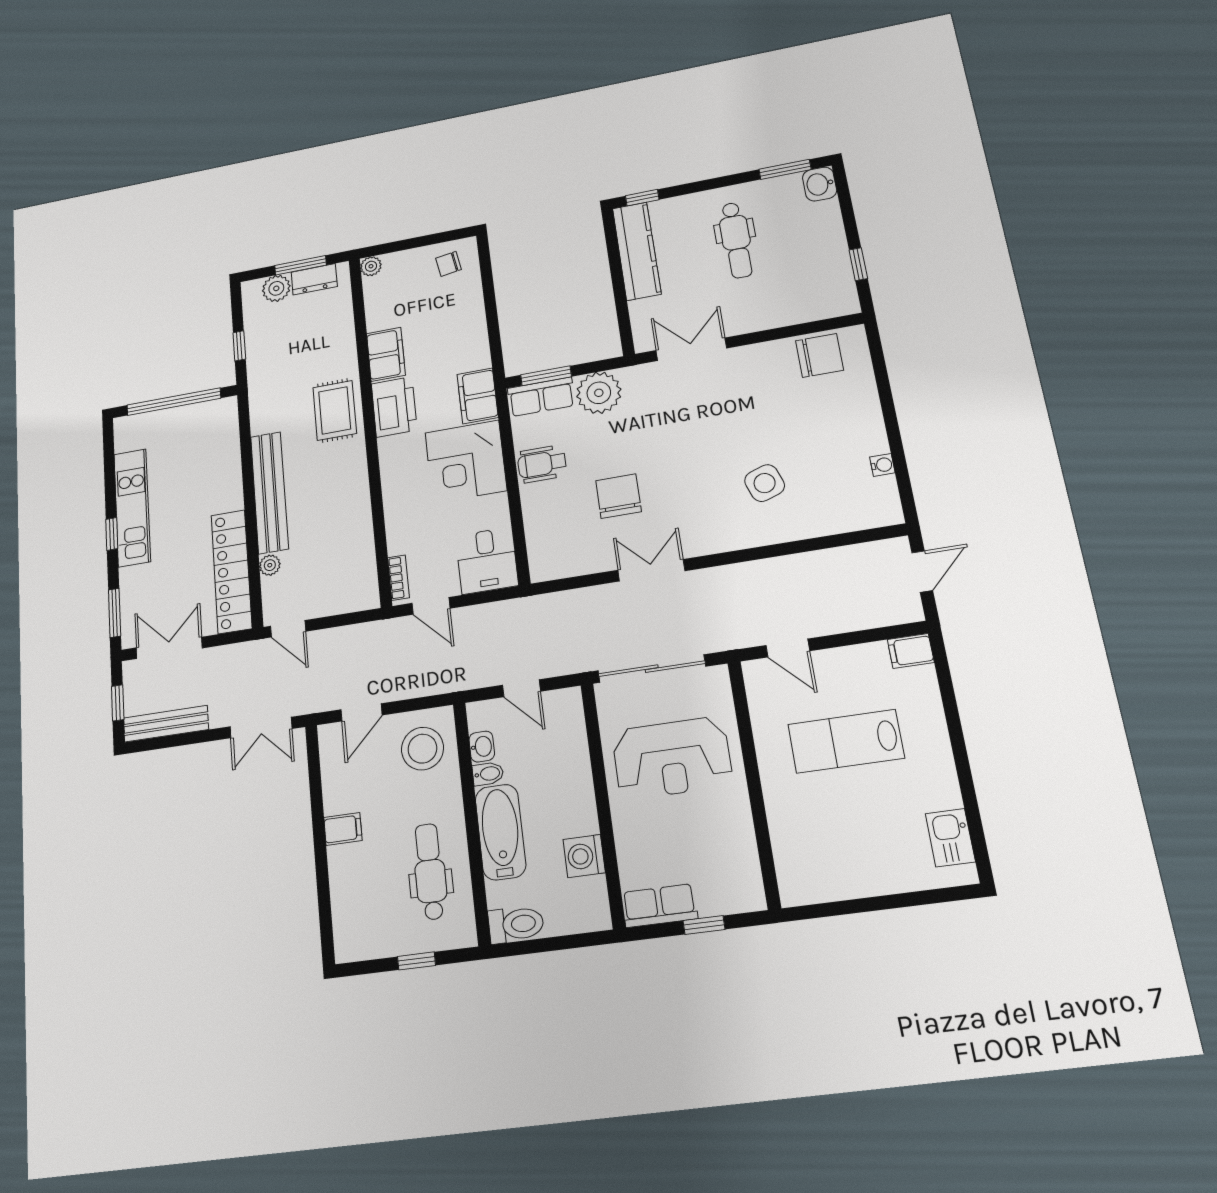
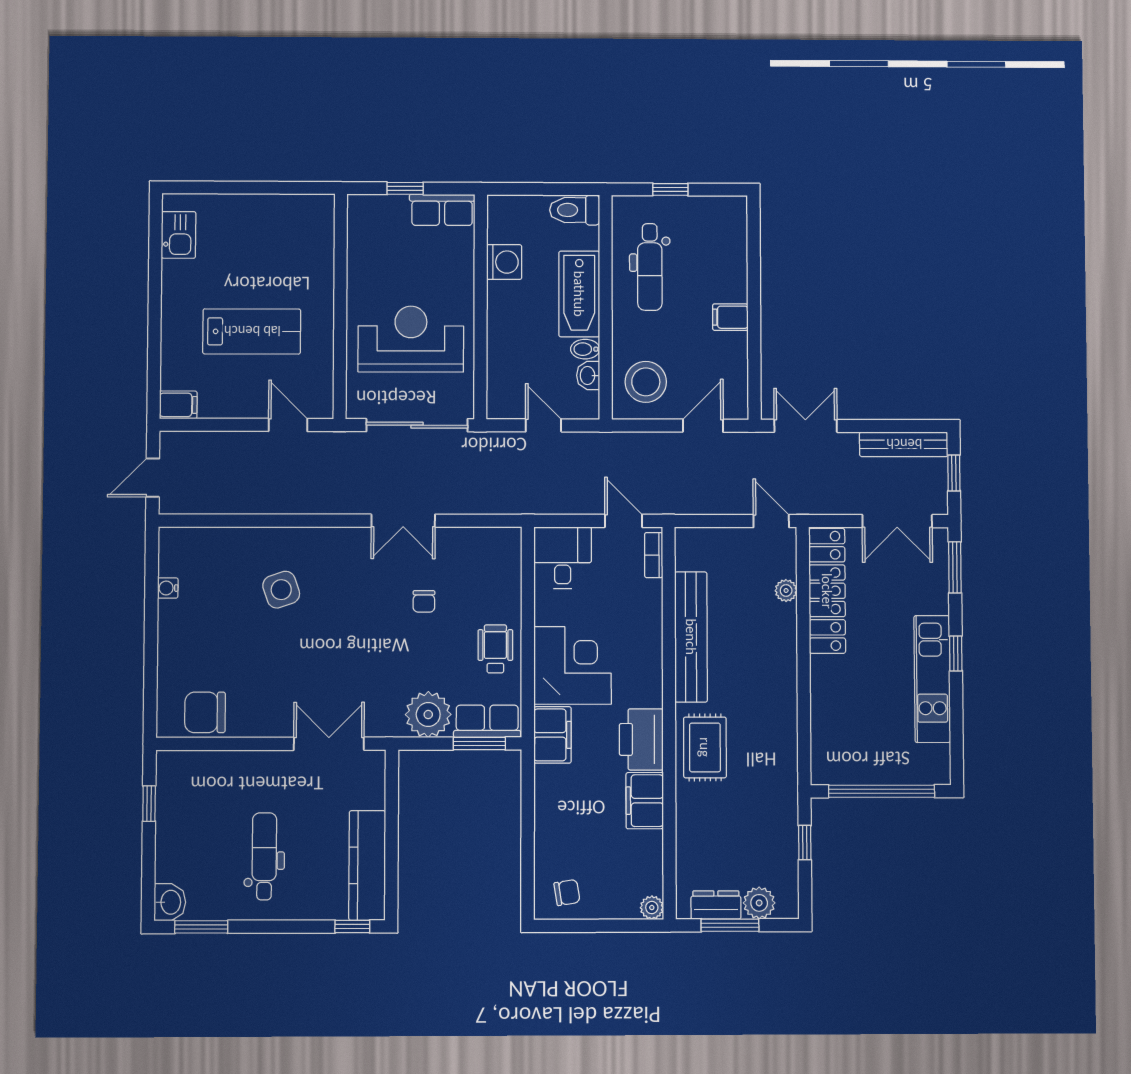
double door: (691, 349) -> (329, 744), swing flipped
wheelchair: (542, 464) -> (495, 649), turned -90
bench: (269, 492) -> (691, 637), moved
chair: (618, 496) -> (424, 601), width x0.54, depth x0.54

